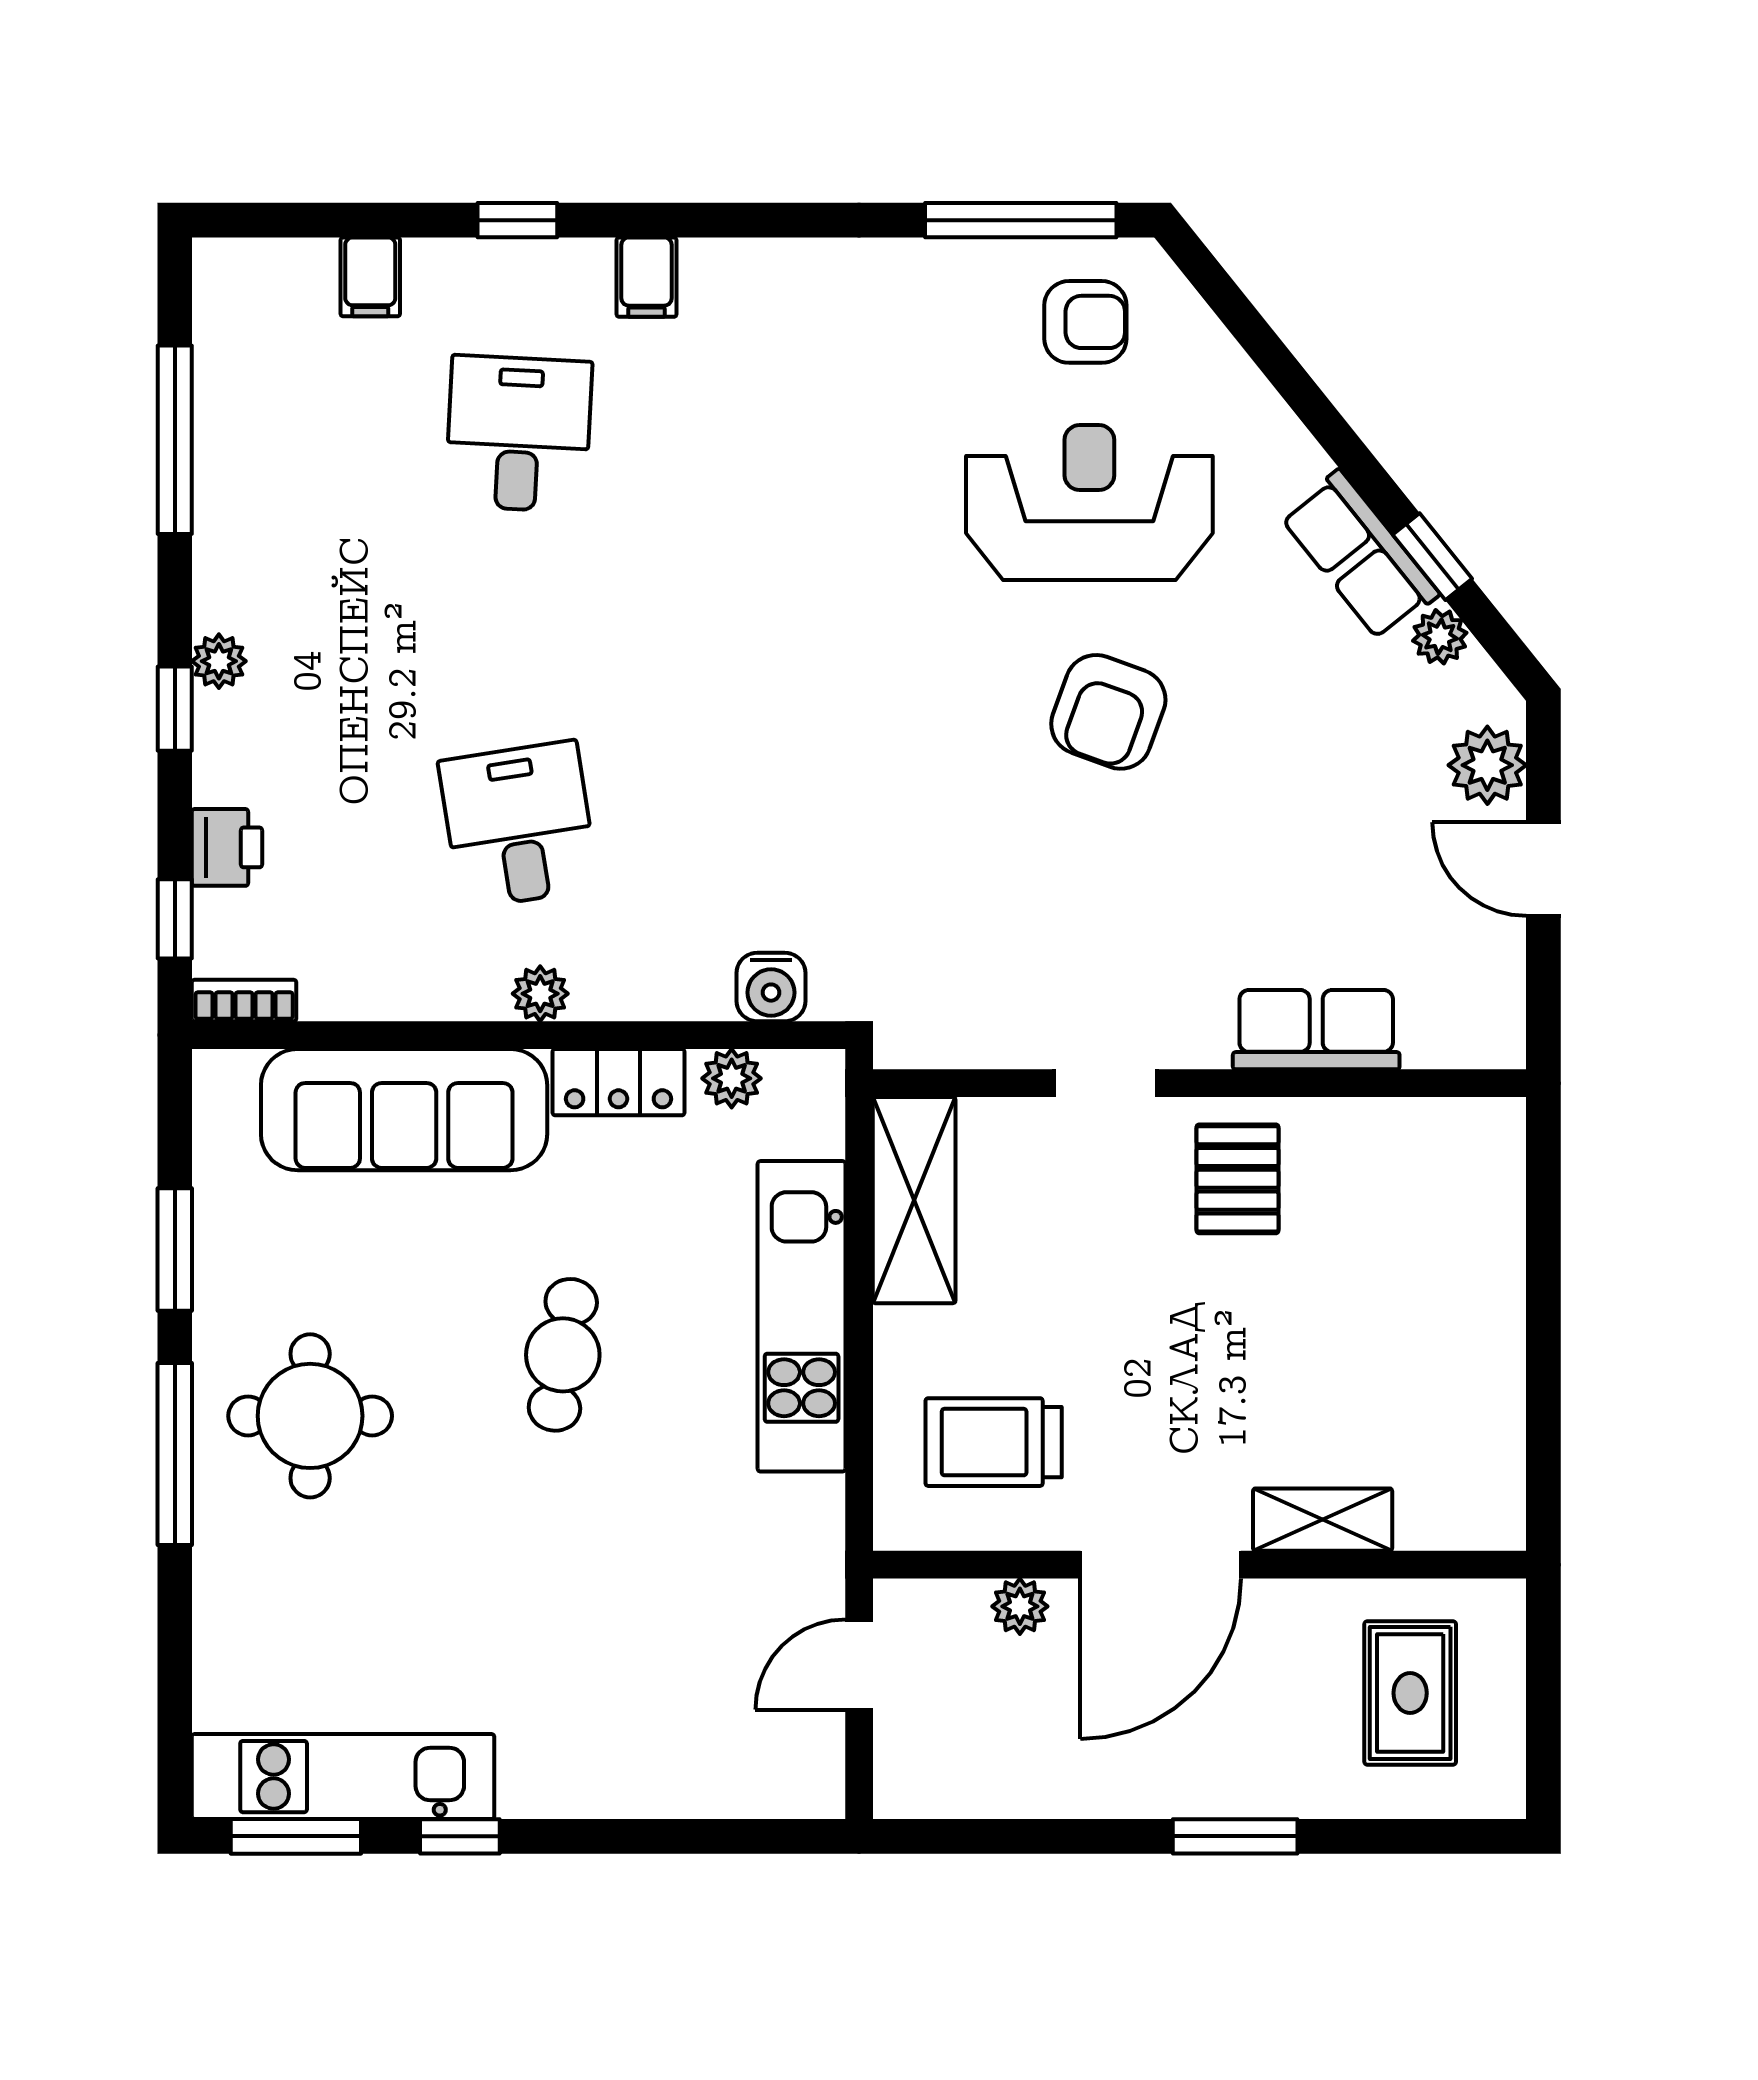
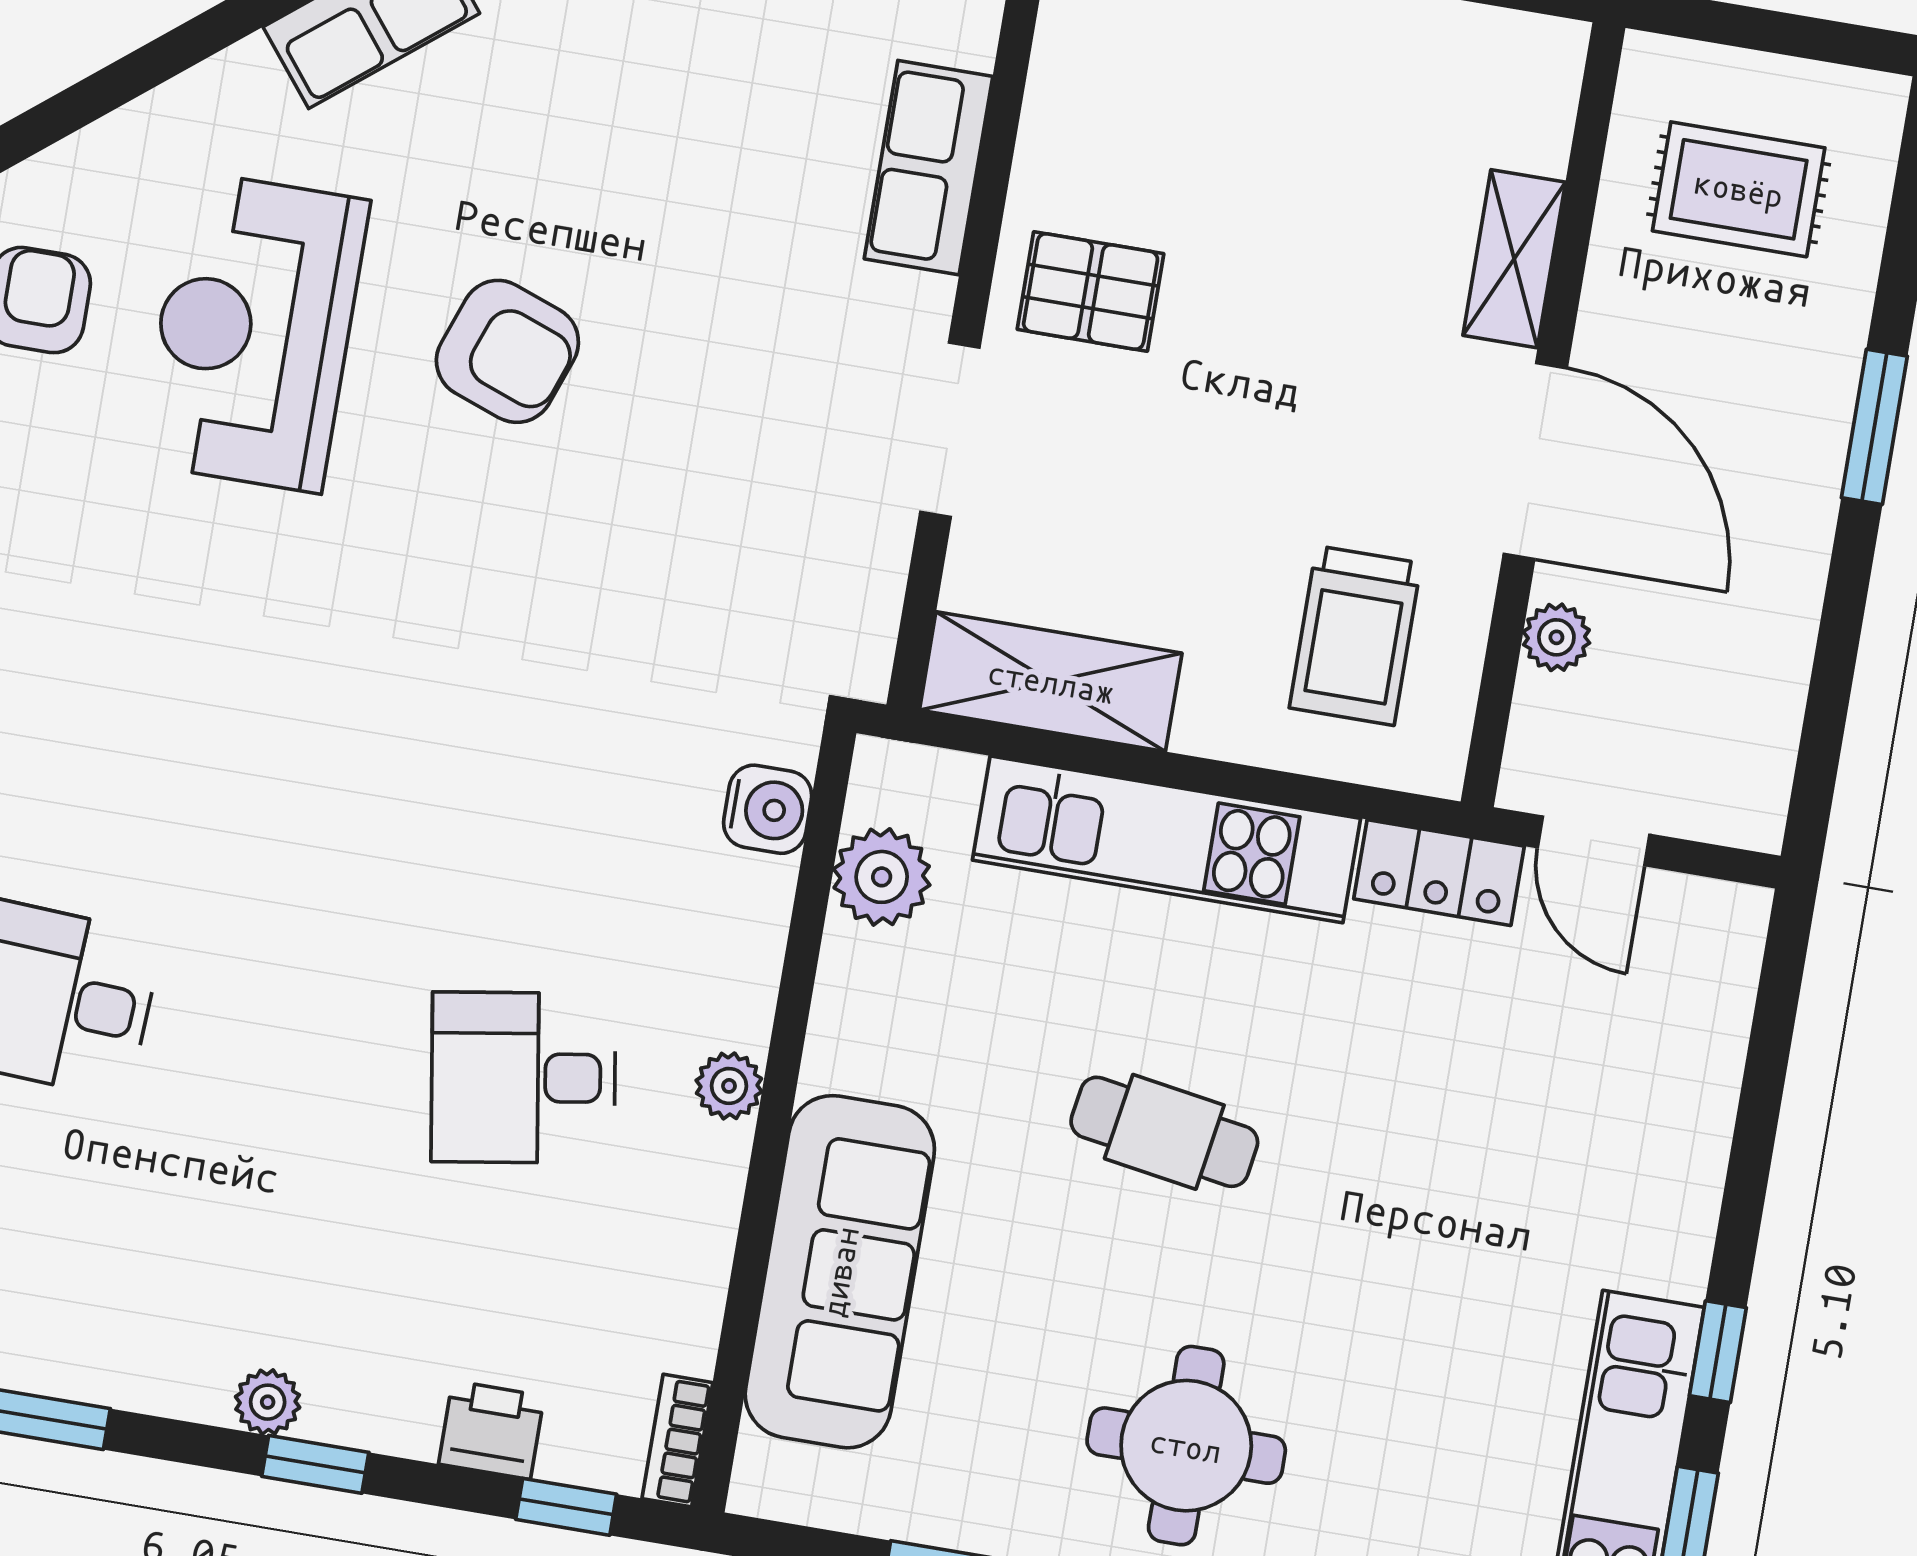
plant: (732, 1078) -> (882, 877), width x1.38, depth x1.38
locker: (618, 1082) -> (1439, 873), moved, turned 90
doorway: (1105, 1083) -> (950, 430), width x1.38

